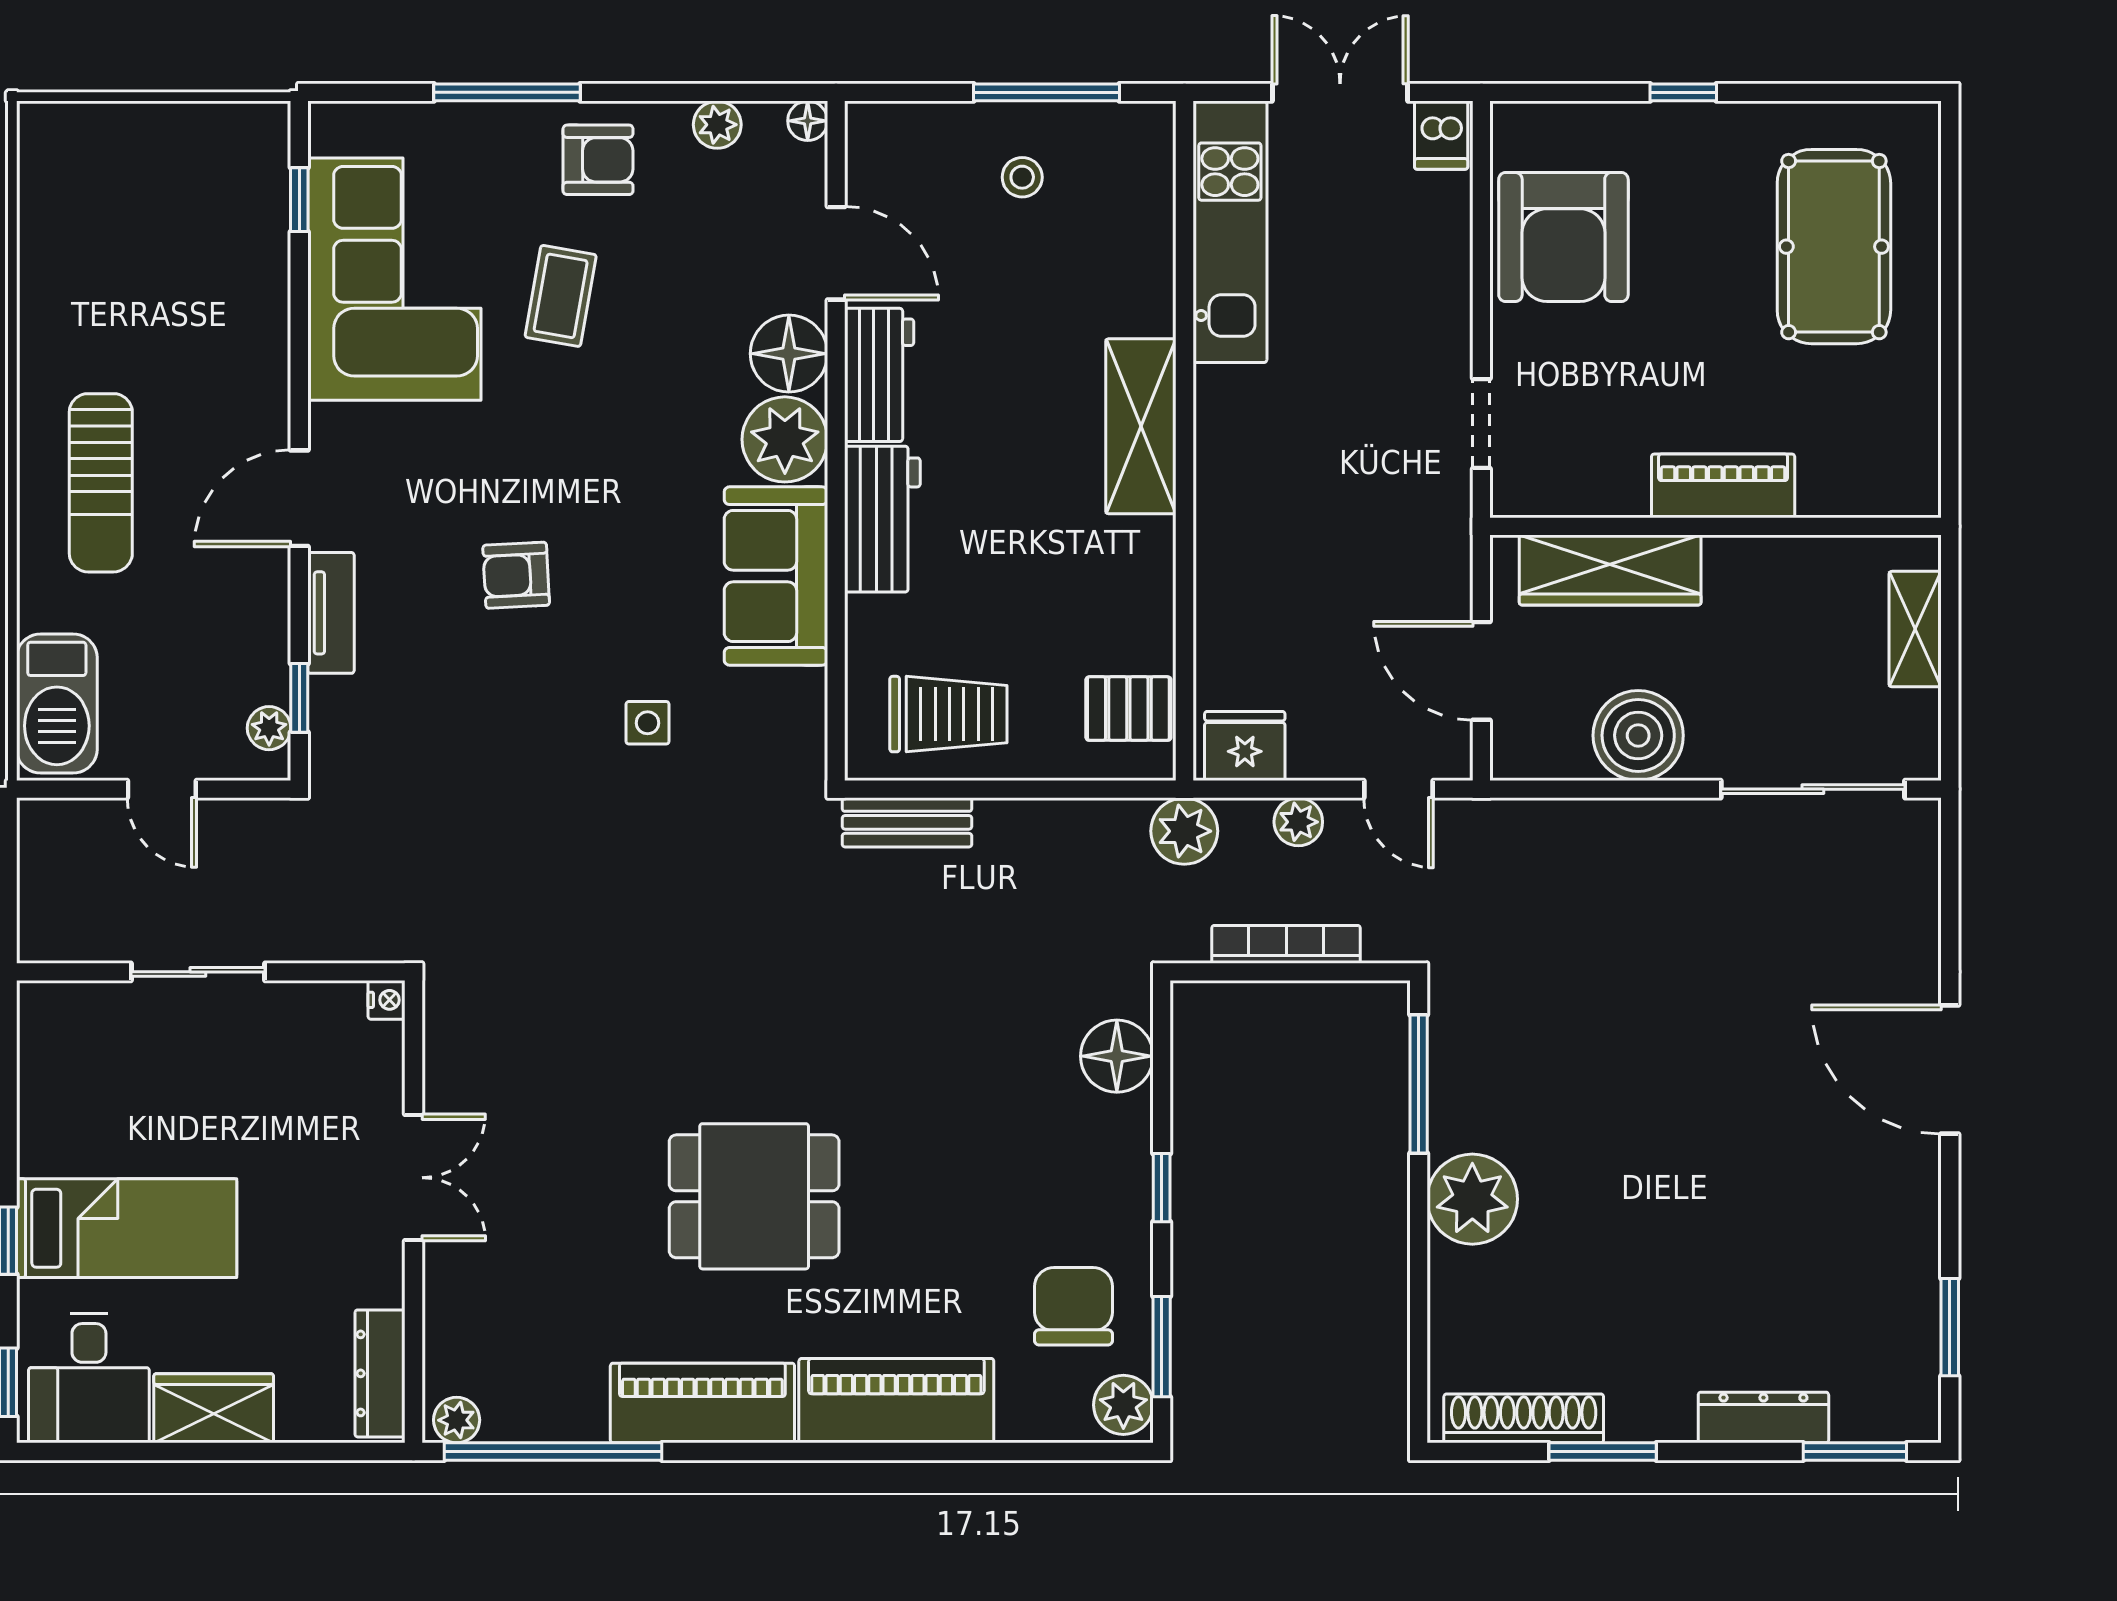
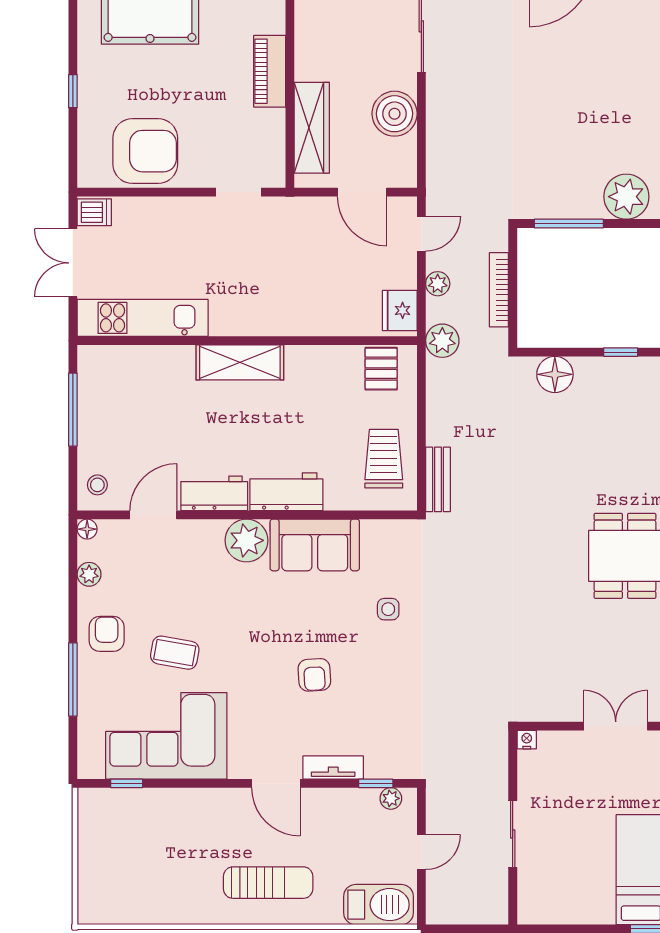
stool: (1022, 177) -> (97, 485), moved
floor lamp: (789, 354) -> (204, 538), removed
door: (1481, 671) -> (362, 192), hinge flipped

